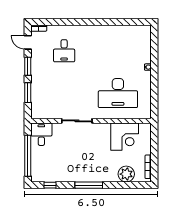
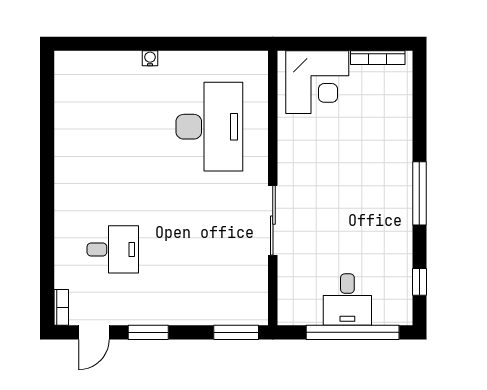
window: (28, 93) -> (236, 332), moved
desk: (41, 134) -> (347, 300), moved, turned -90
corner desk: (125, 137) -> (317, 82), moved, turned 90
plant: (126, 174) -> (394, 108), removed

